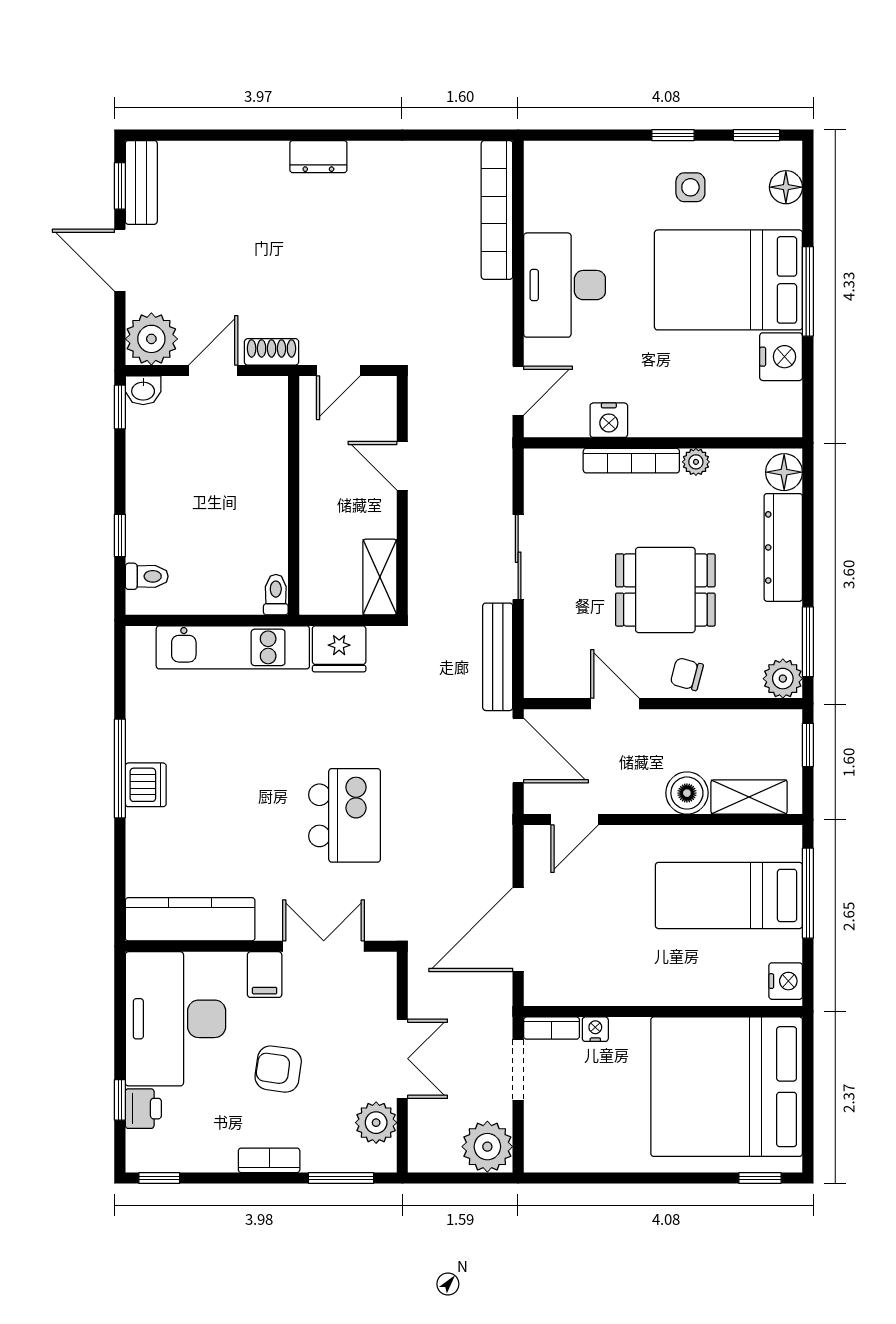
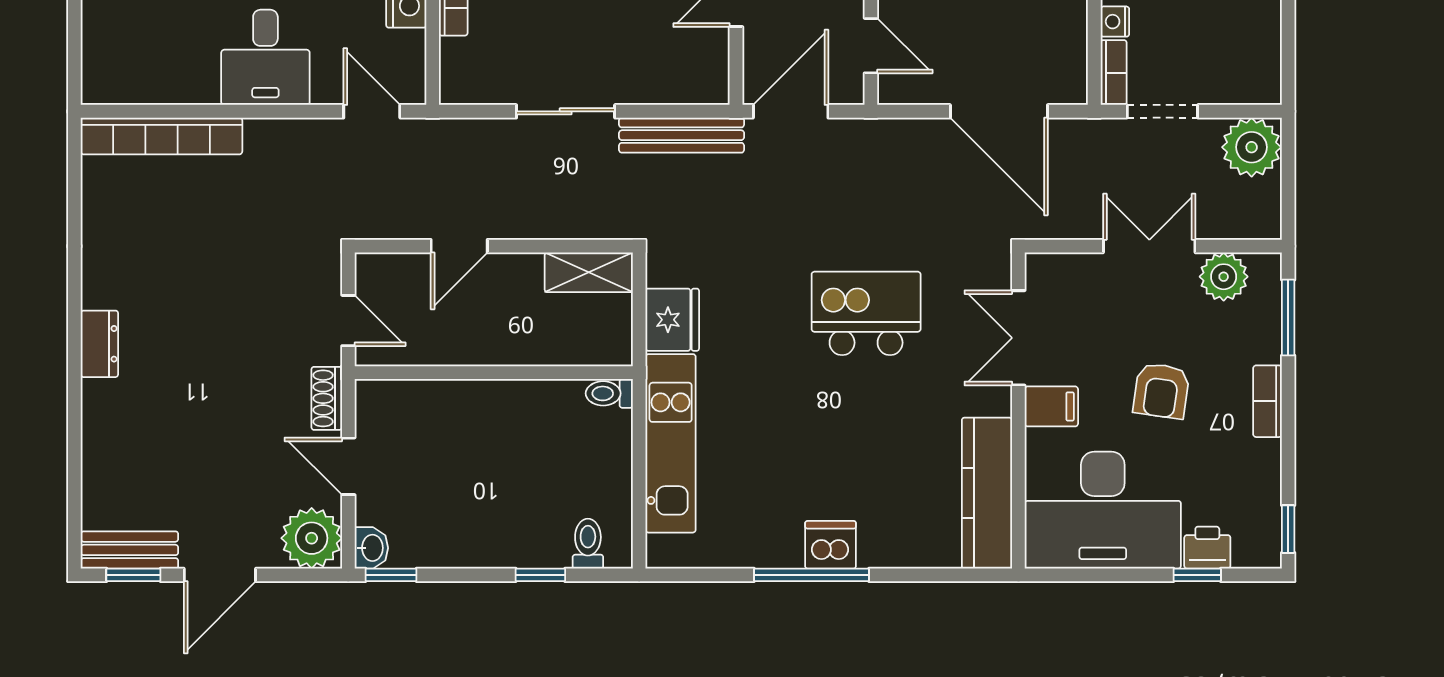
desk: (565, 285) -> (265, 57), width x0.73

